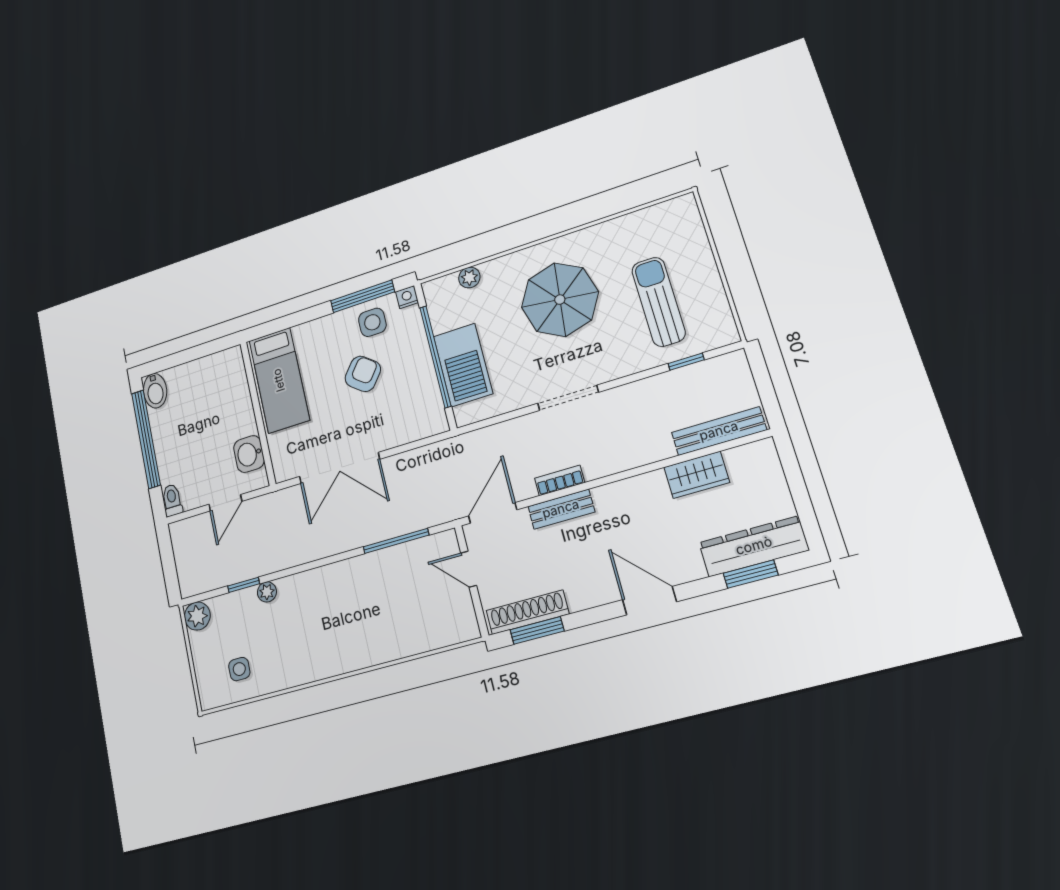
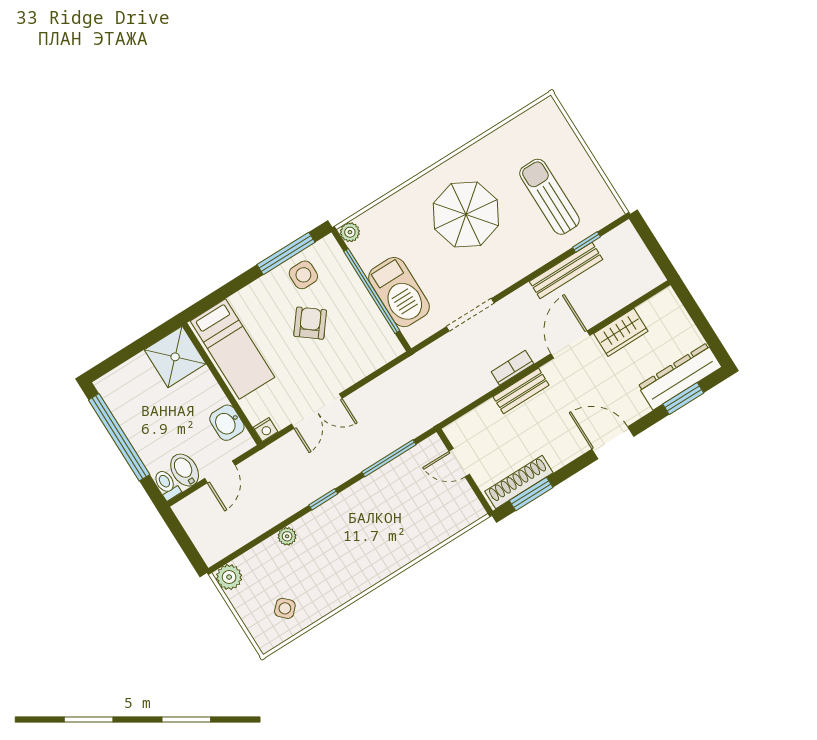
plant: (469, 278) -> (350, 232), moved
nightstand: (407, 297) -> (266, 430), moved, turned 180
shower: (224, 373) -> (175, 357), added
bidet: (155, 391) -> (185, 470), moved, turned 180
doorway: (568, 398) -> (470, 315), moved
bench: (719, 431) -> (566, 270), moved
double door: (339, 468) -> (317, 411), width x0.73
door: (493, 513) -> (570, 344), moved
window: (244, 585) -> (323, 499), moved
side table: (239, 669) -> (285, 608), turned 45

